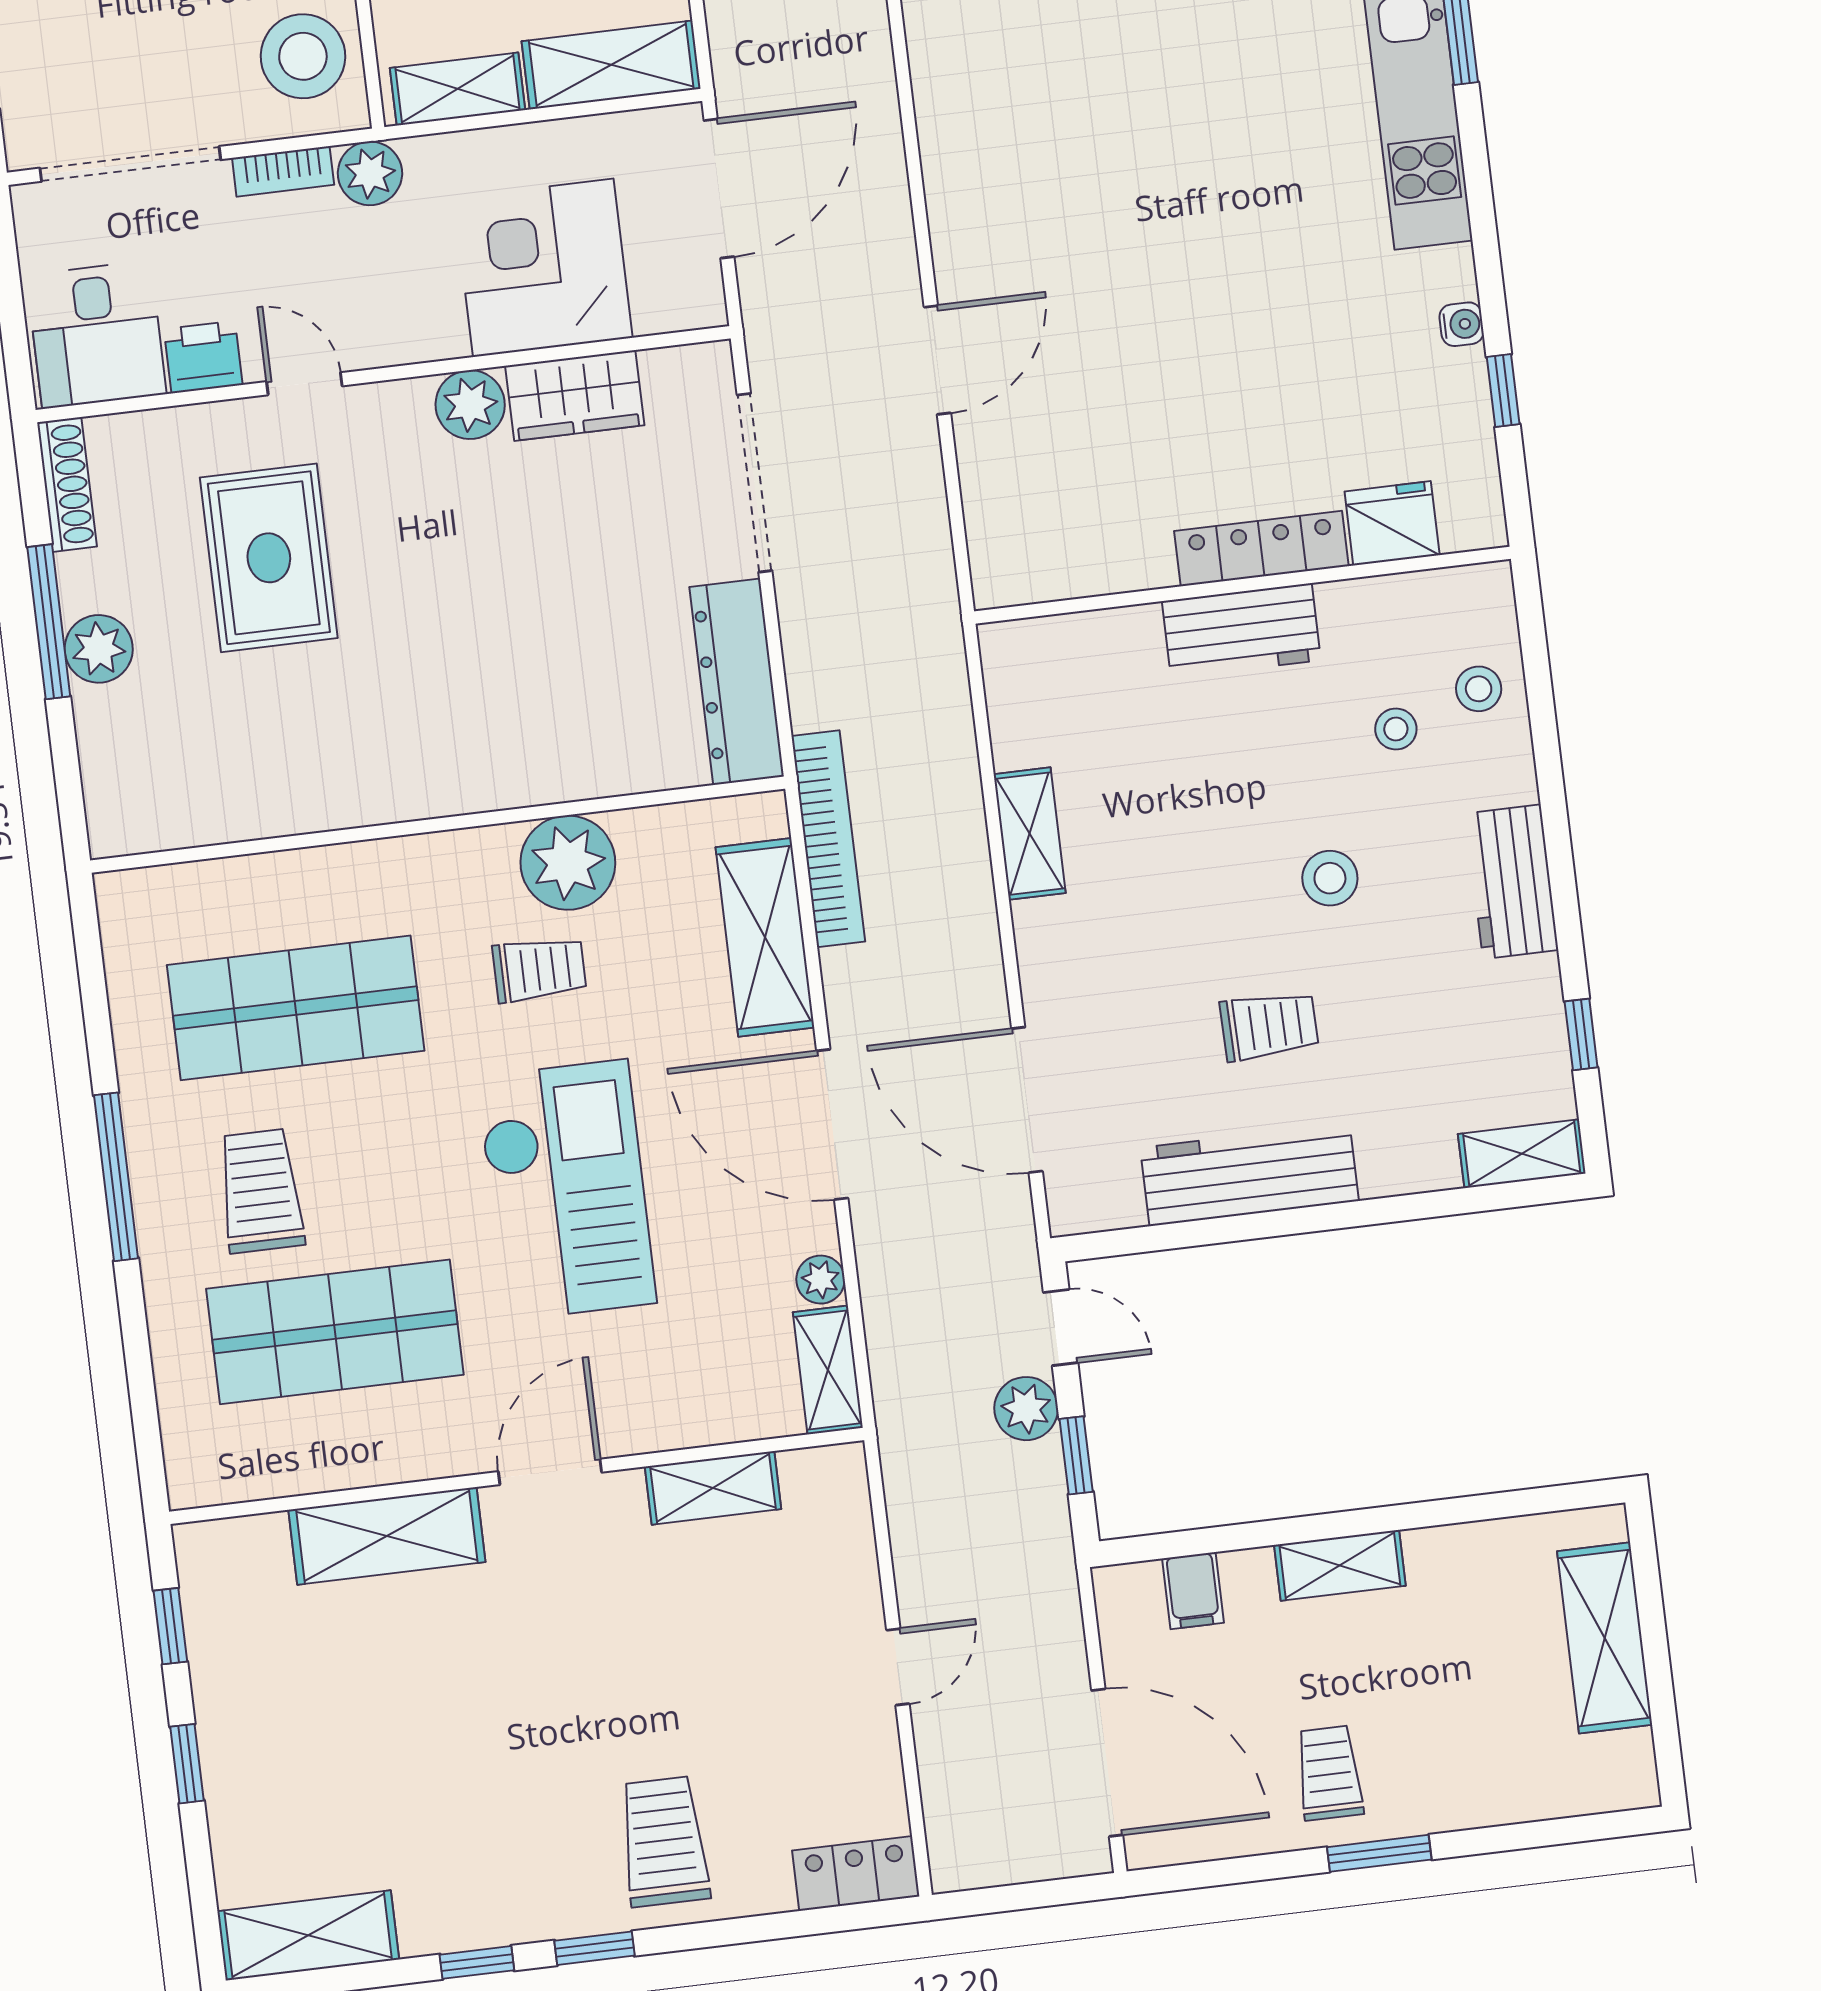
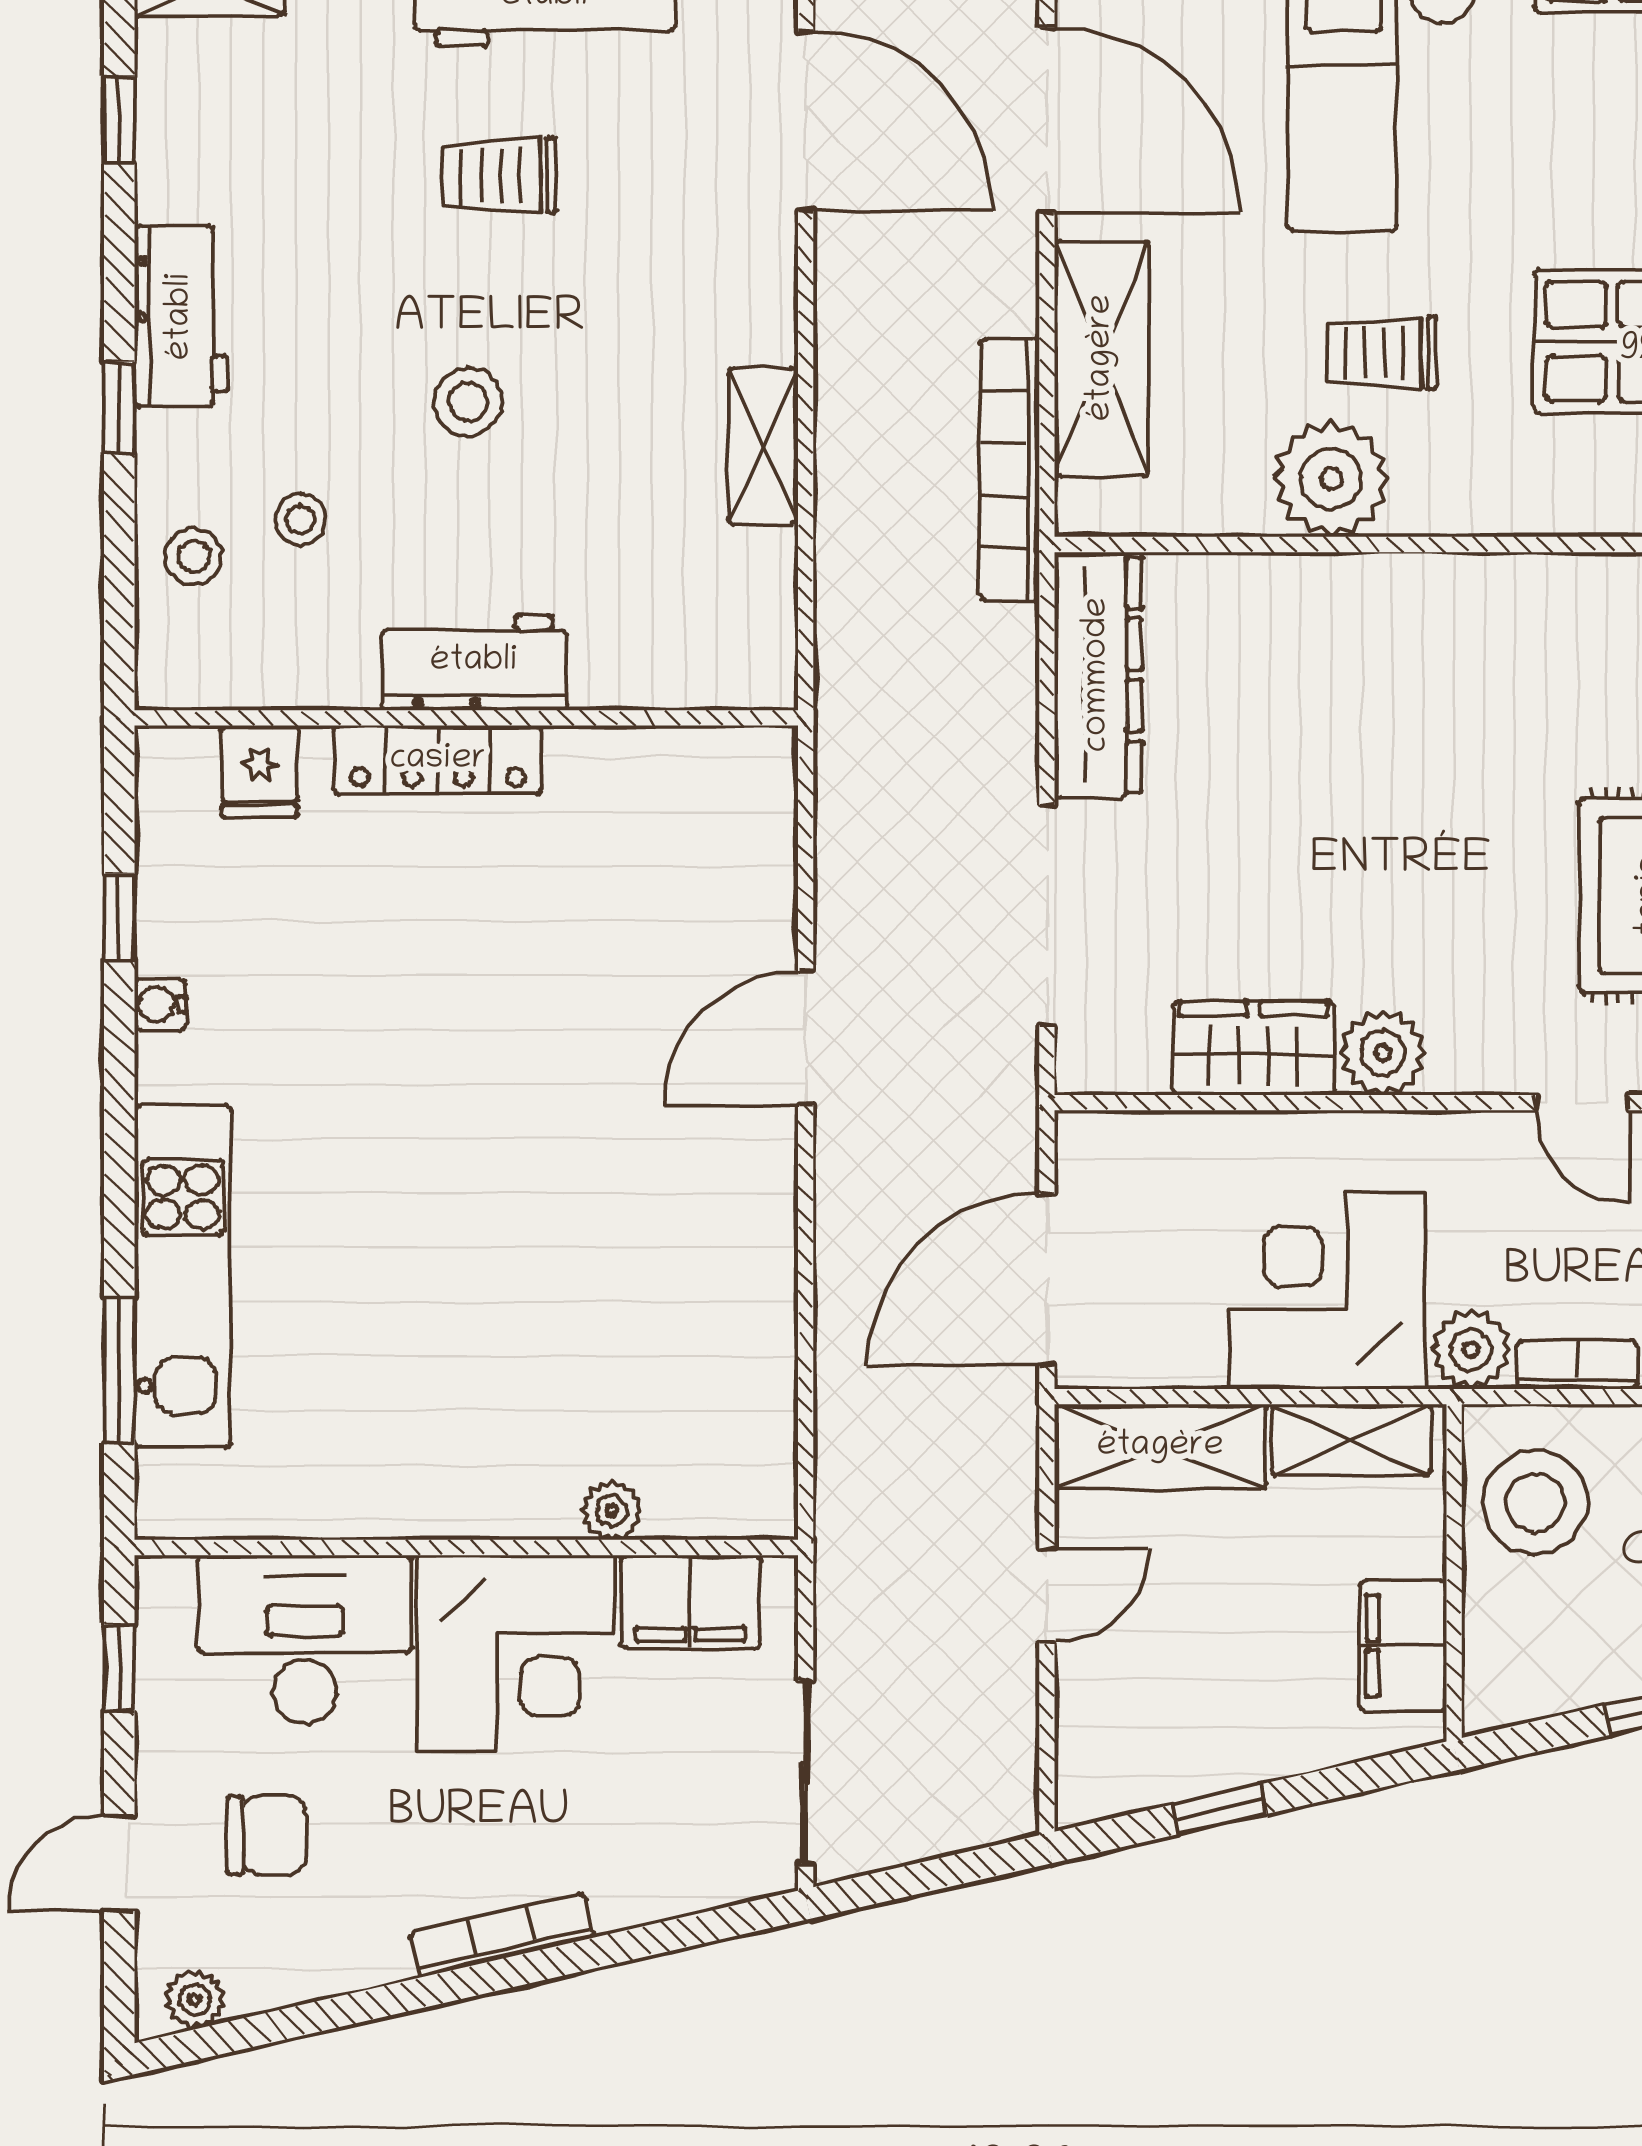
corner desk: (543, 268) -> (1327, 1290), moved, turned 180
fridge: (1392, 523) -> (260, 771), width x0.72
window: (1553, 802) -> (119, 408), added
stool: (1330, 878) -> (468, 402), moved

